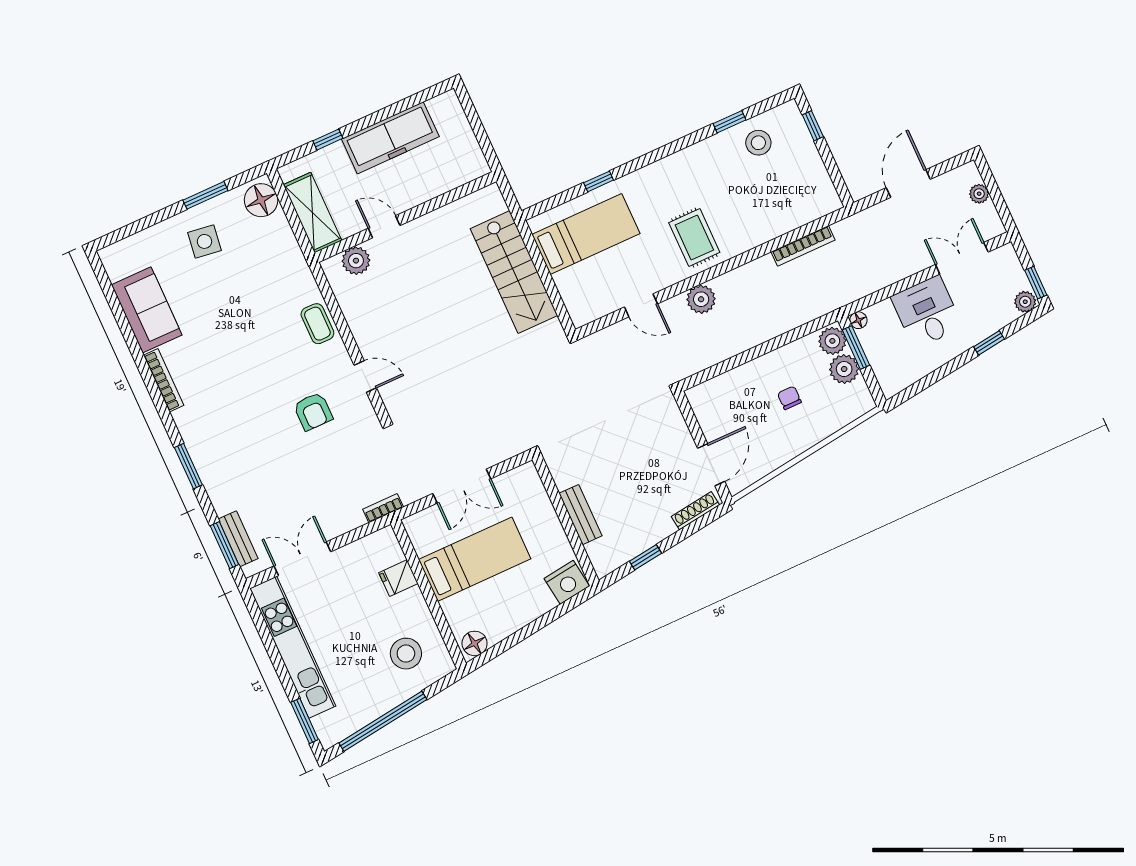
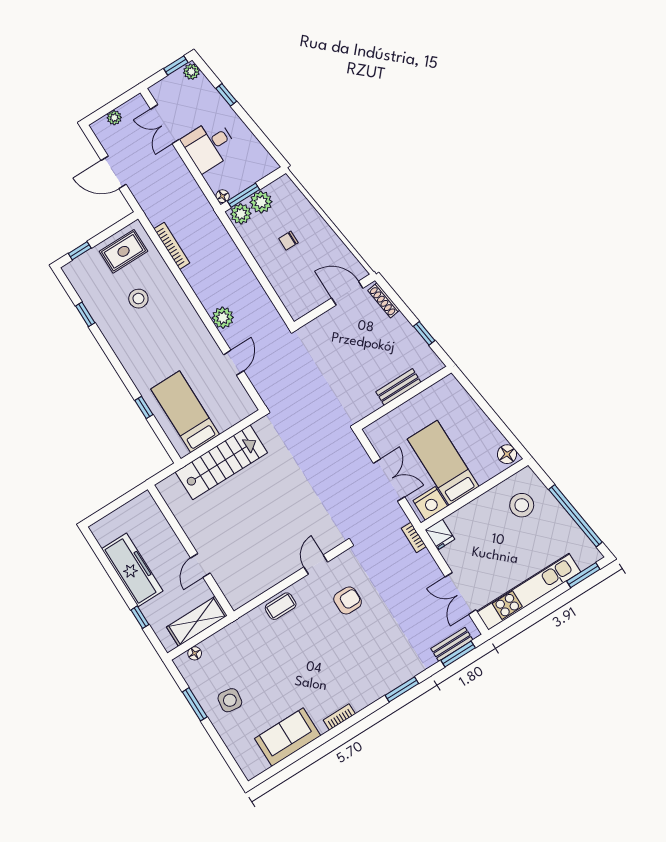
stool: (758, 143) -> (138, 299), moved
floor lamp: (261, 200) -> (195, 653), width x0.53, depth x0.53
rug: (694, 238) -> (124, 251), moved
plant: (356, 261) -> (229, 583), removed
bookcase: (164, 380) -> (339, 717), width x0.64
fridge: (398, 578) -> (440, 535), moved
nightstand: (567, 582) -> (430, 503), moved, turned 97

